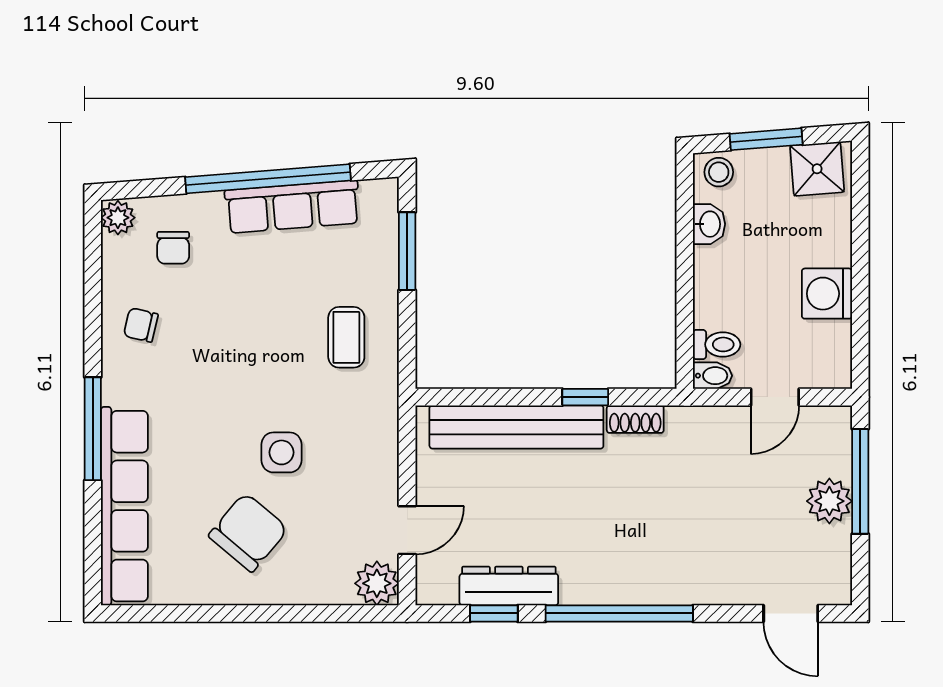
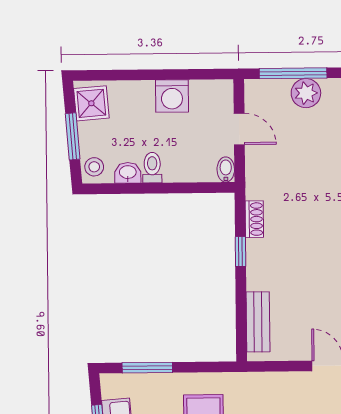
toilet: (717, 344) -> (152, 168), moved
bench: (516, 427) -> (258, 322), width x0.54, depth x0.82

